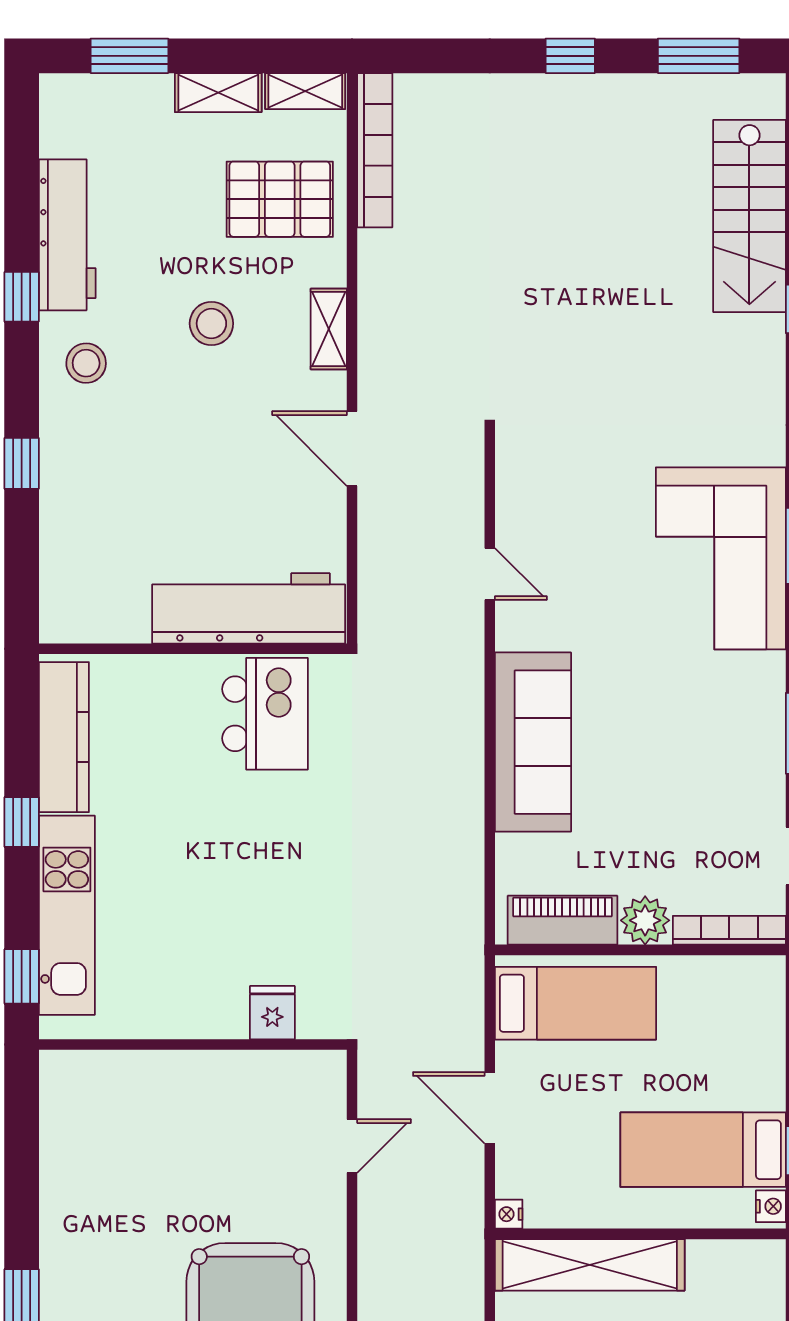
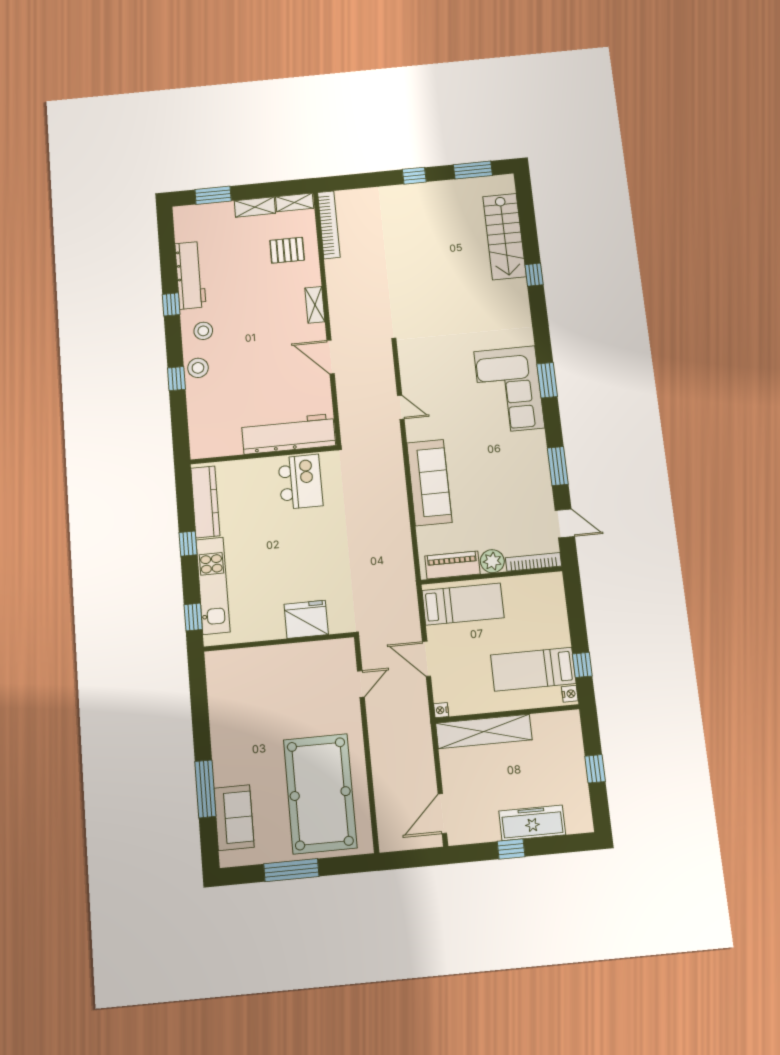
pallet: (280, 199) -> (287, 250), width x0.67, depth x0.71
stool: (211, 323) -> (198, 368), moved
fridge: (272, 1013) -> (306, 619), width x1.88, depth x1.34

